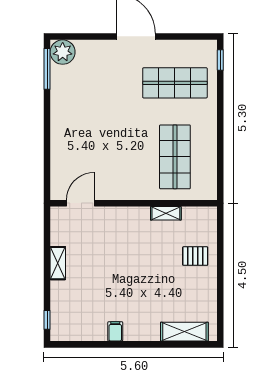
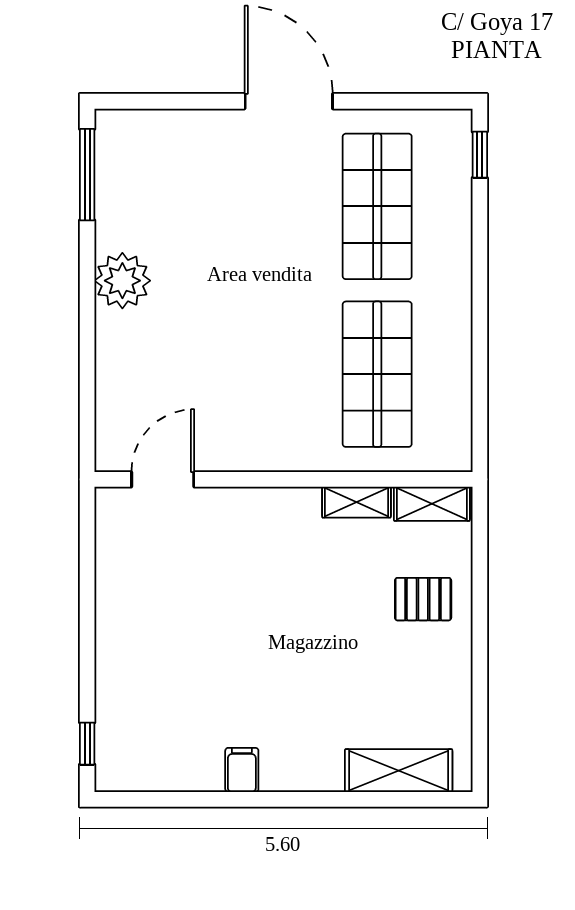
plant: (63, 52) -> (122, 281), moved
shop shelf: (175, 83) -> (377, 206), turned 90
shelving: (58, 263) -> (432, 504), moved, turned 90

